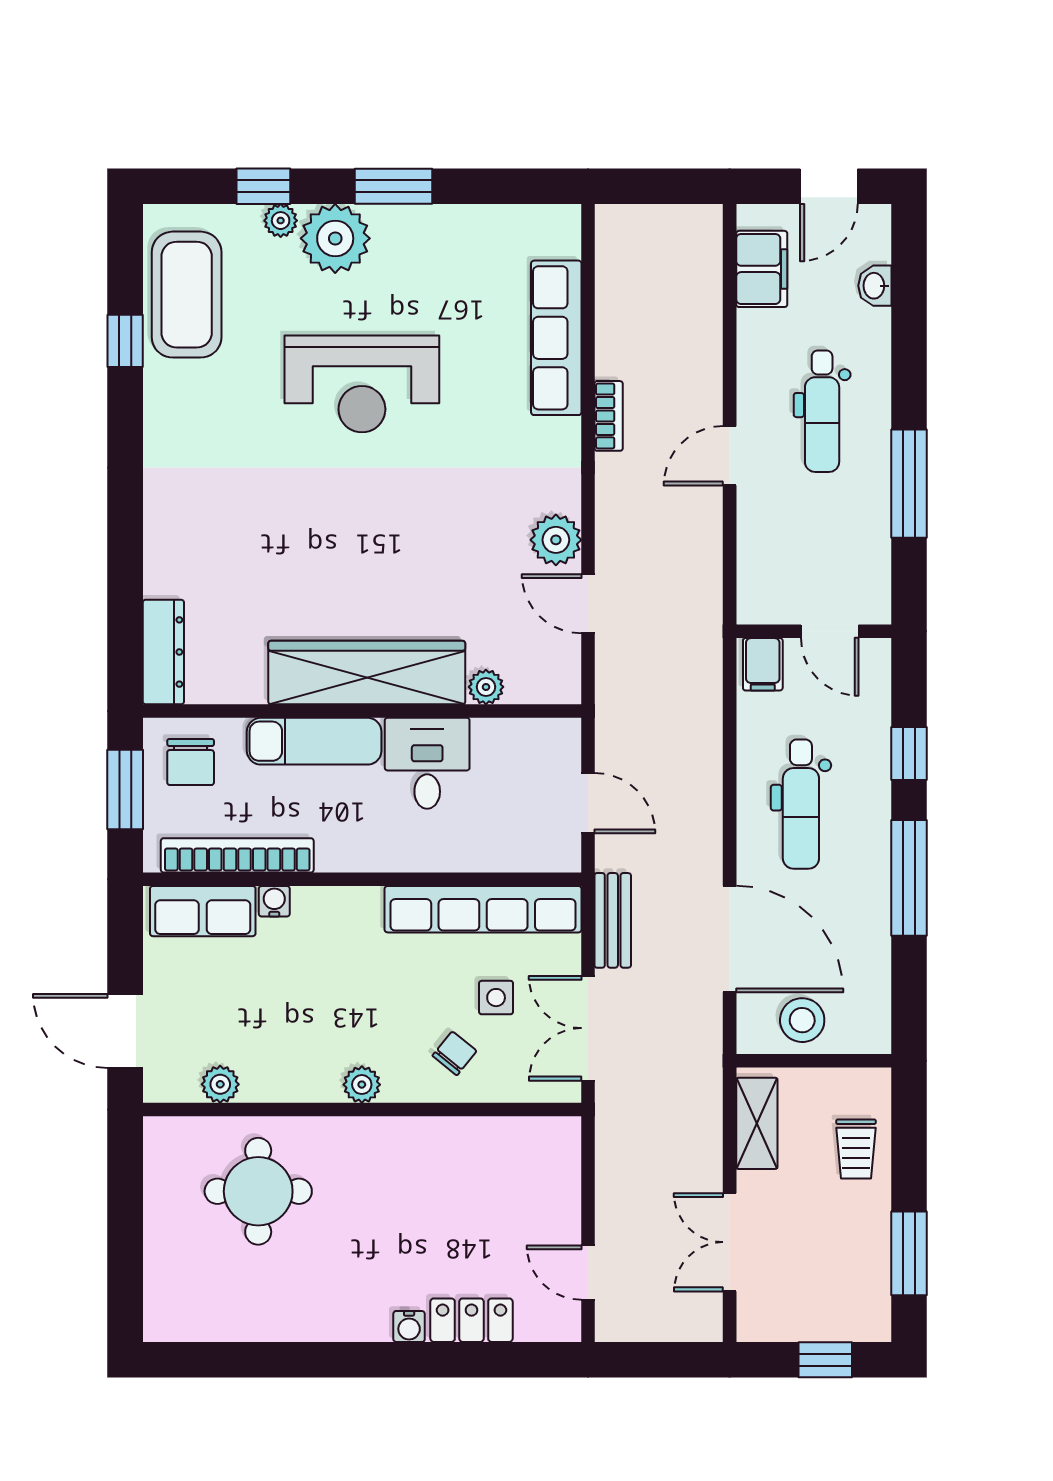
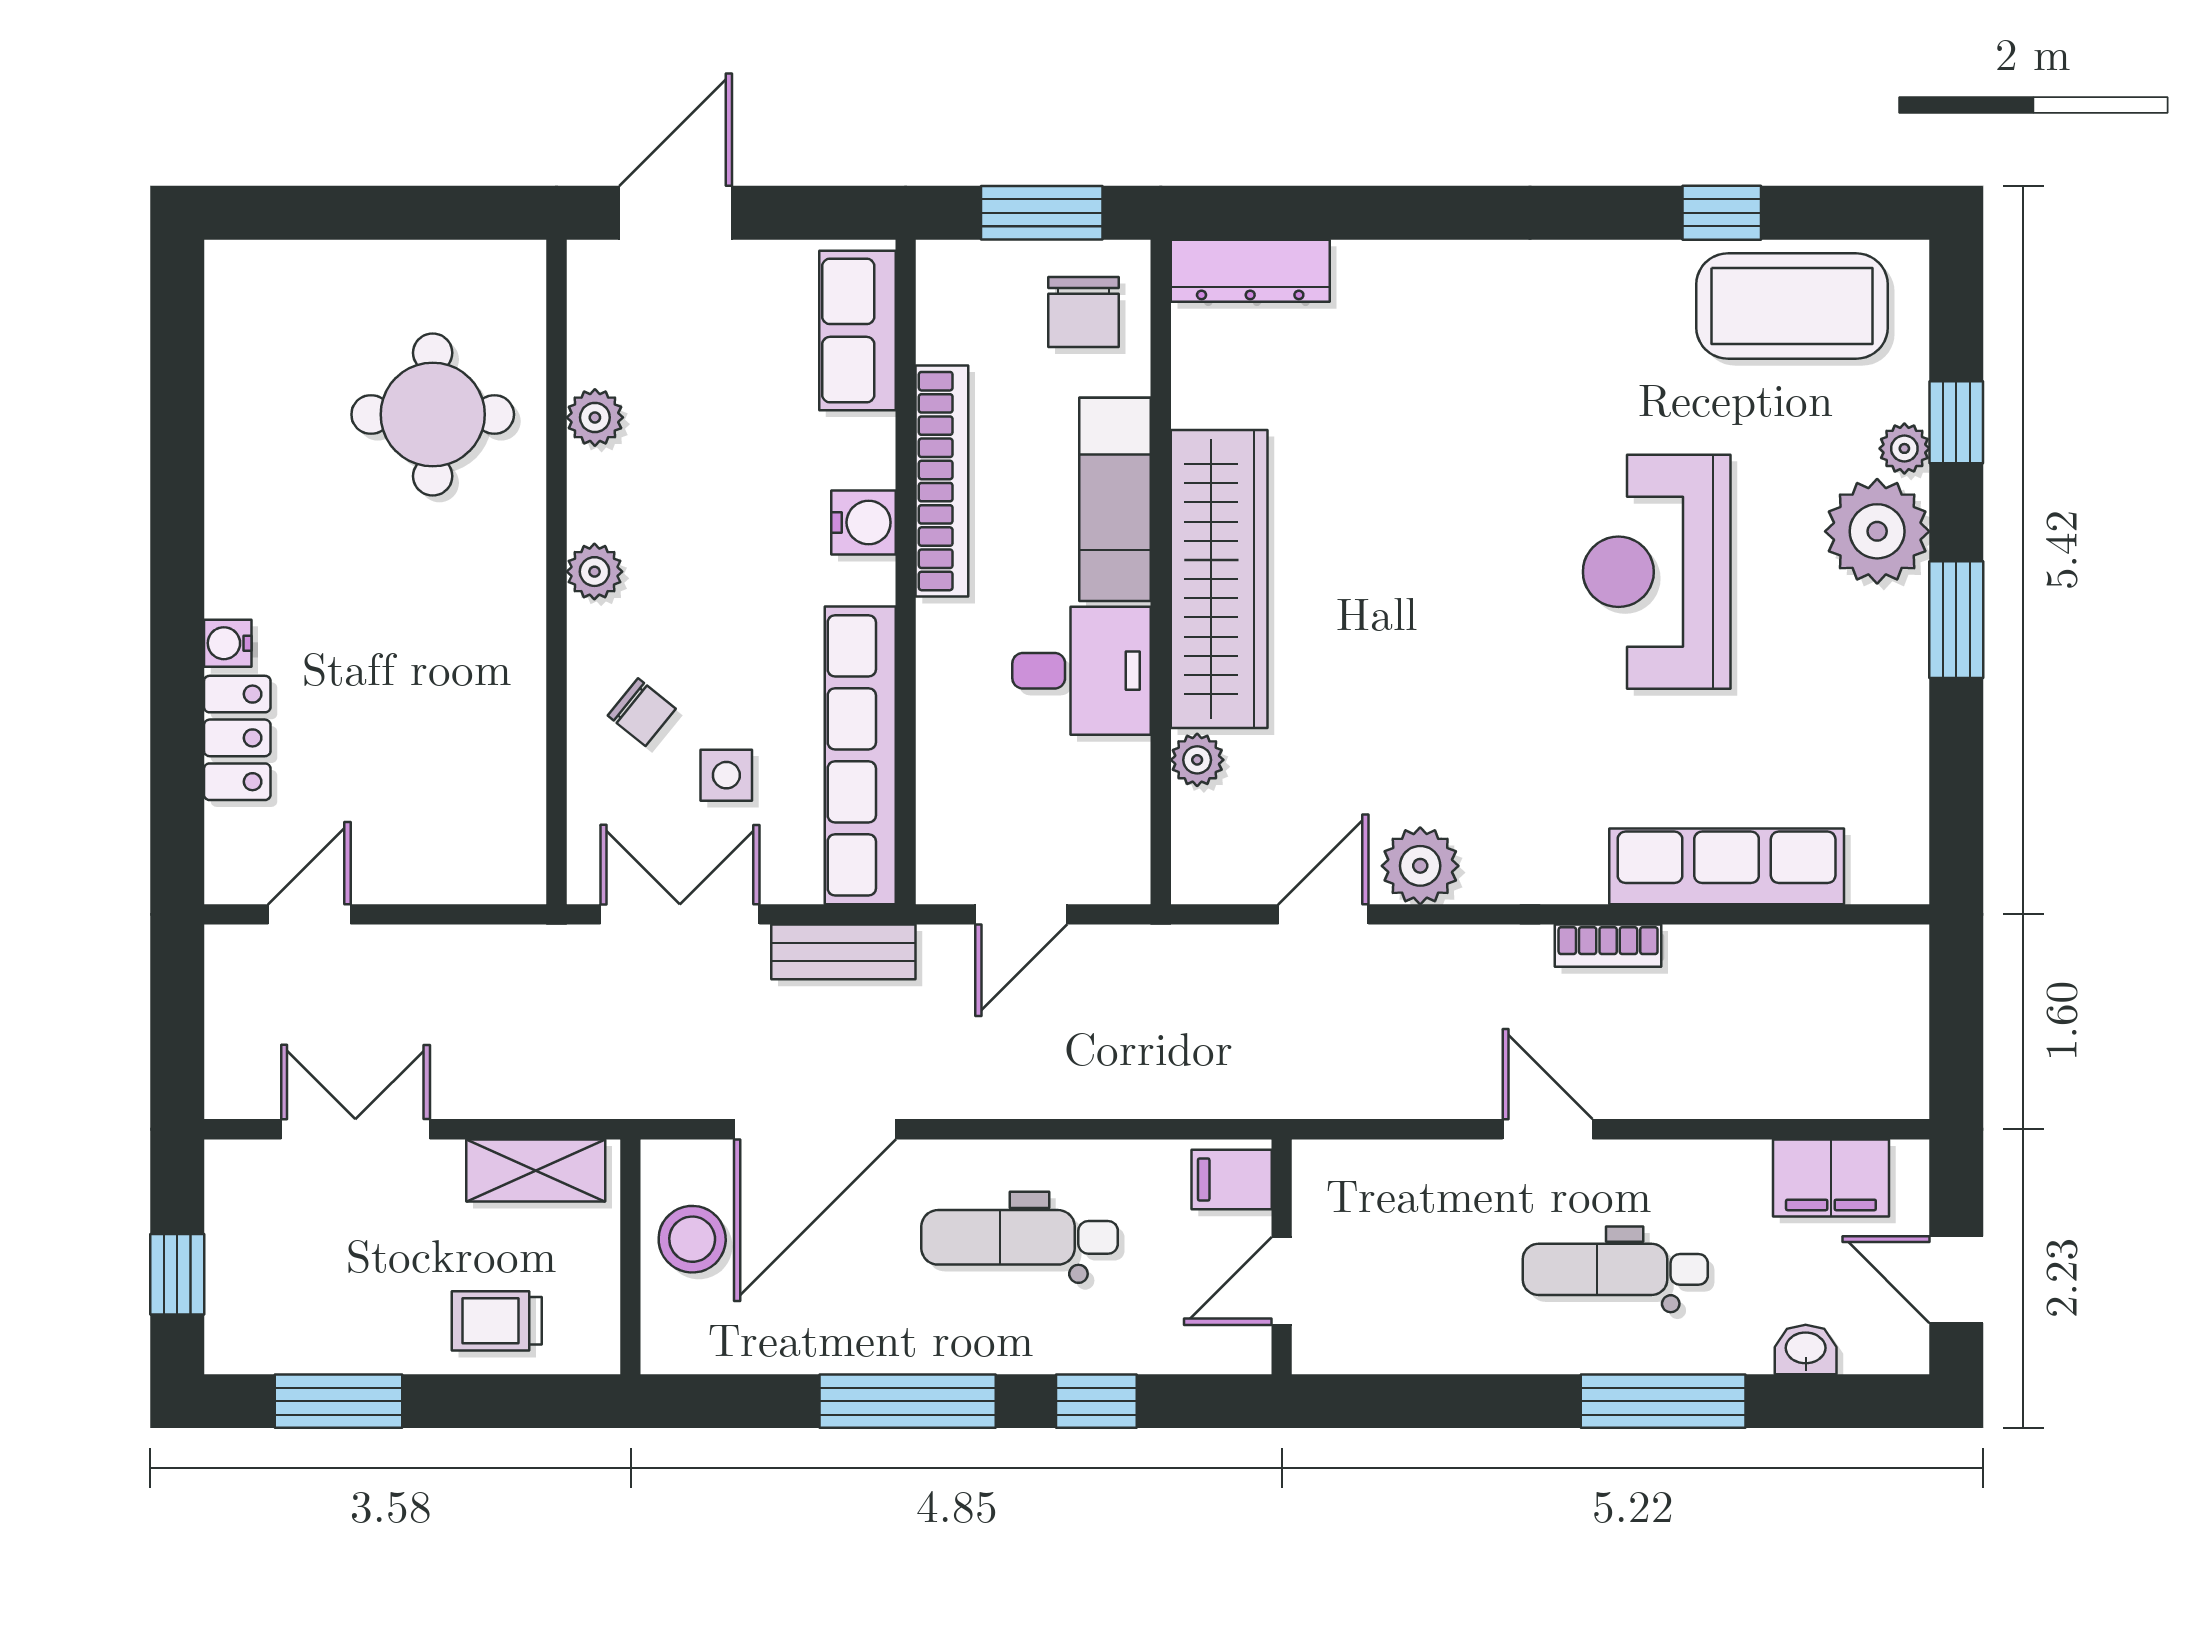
window: (909, 484) -> (1663, 1401), moved
chair: (191, 762) -> (1083, 312), turned -90
bookcase: (237, 855) -> (942, 481), moved
water cooler: (274, 901) -> (863, 522), moved, width x1.38, depth x1.38
plant: (220, 1084) -> (595, 417), moved

